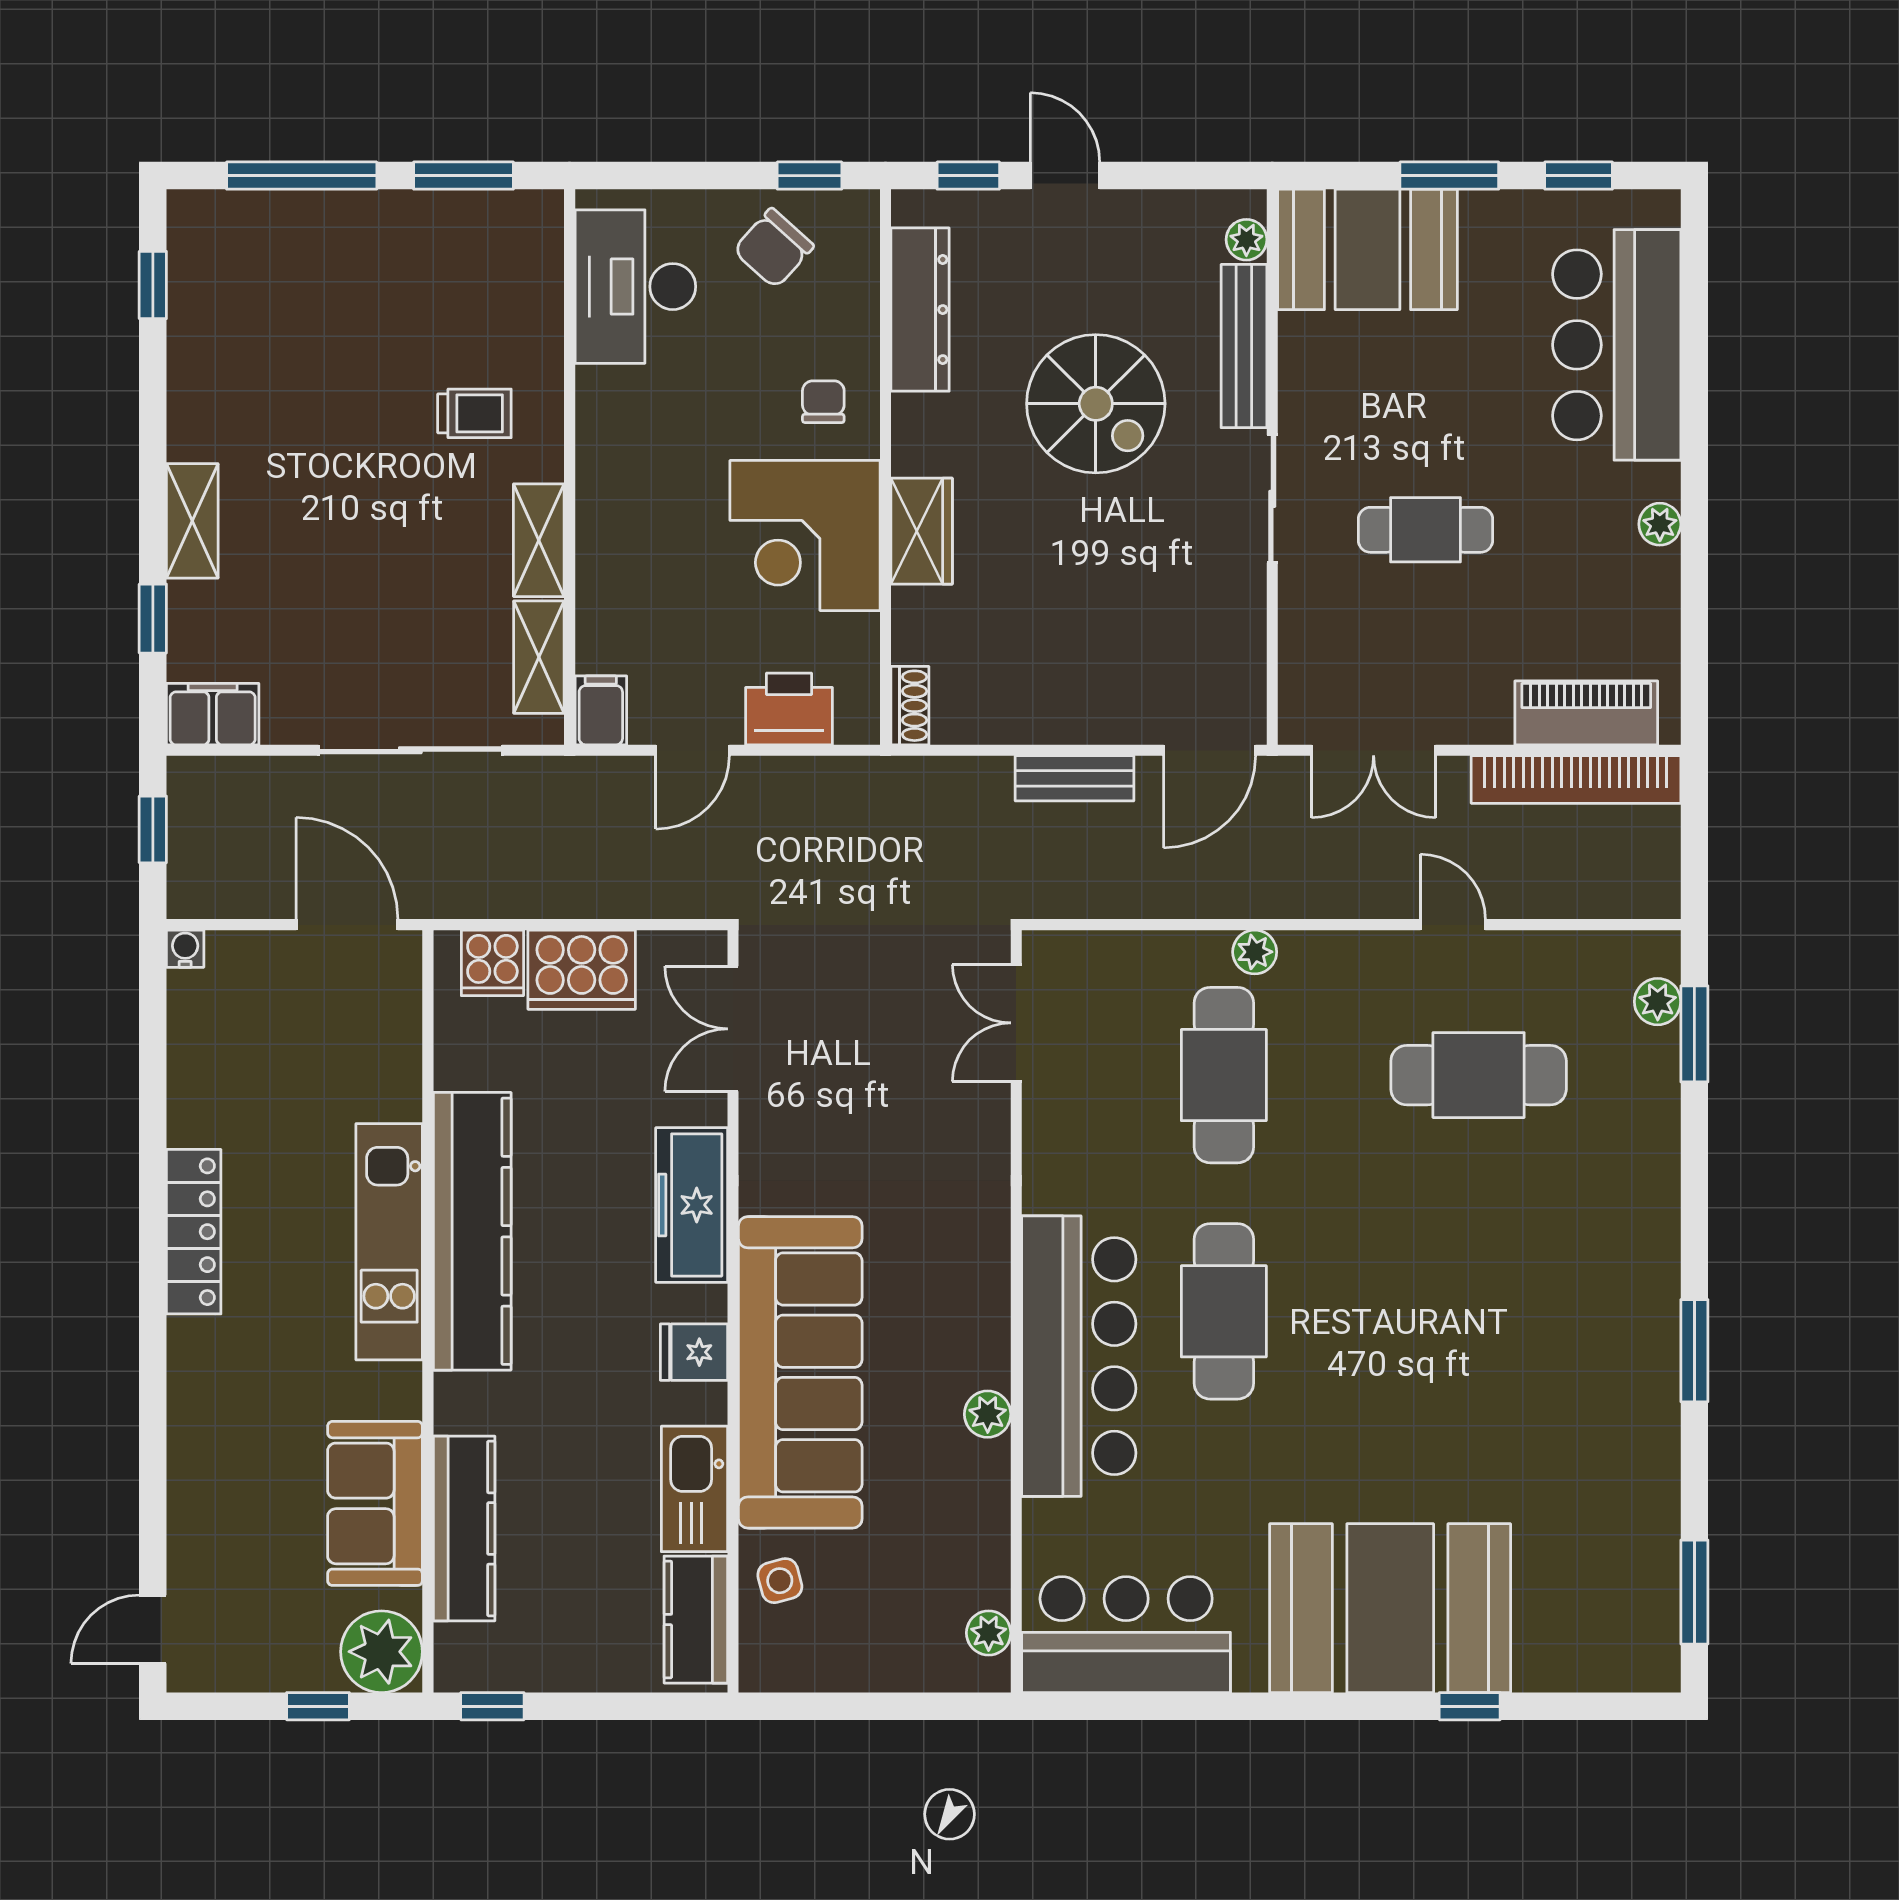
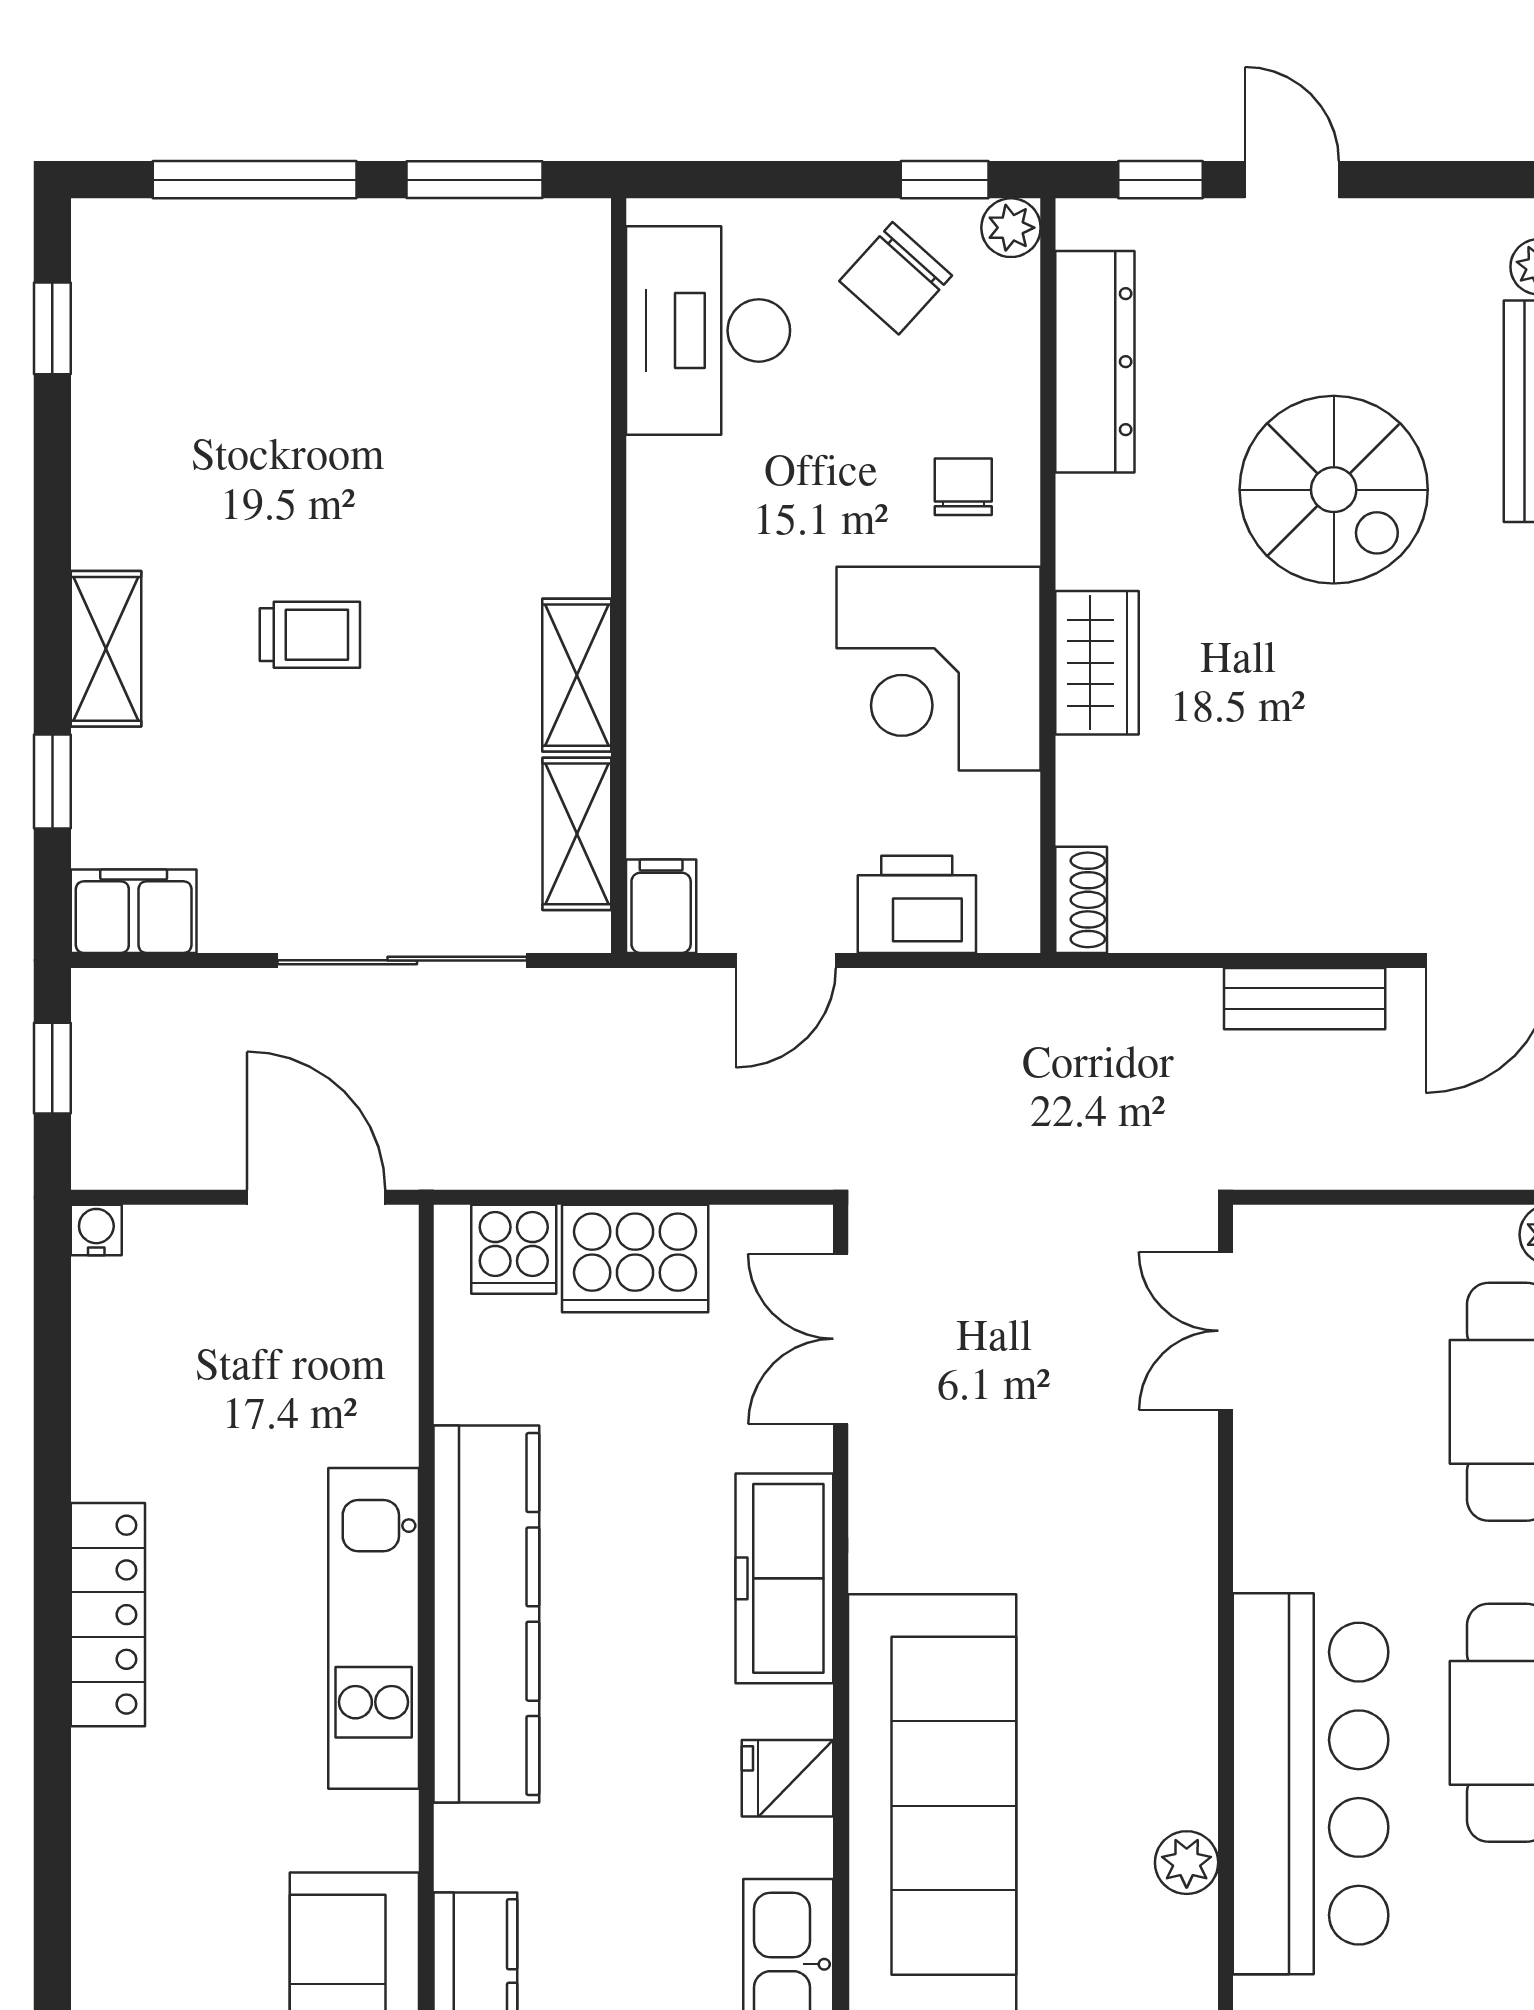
plant: (858, 211) -> (1011, 228), added
trolley: (474, 413) -> (310, 635), moved

